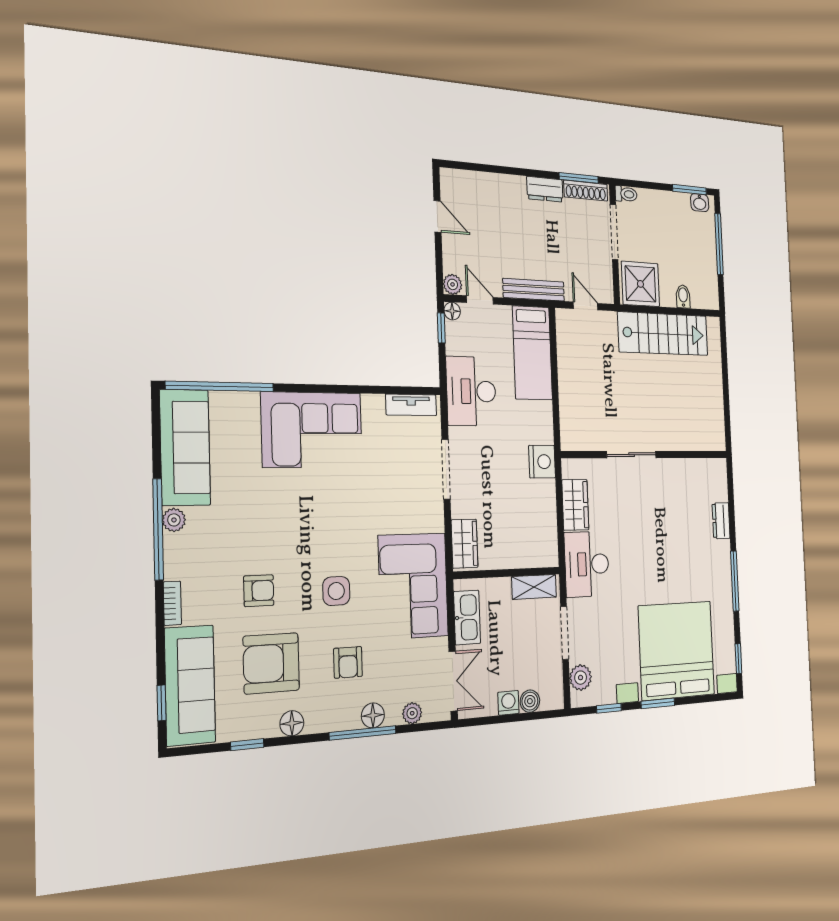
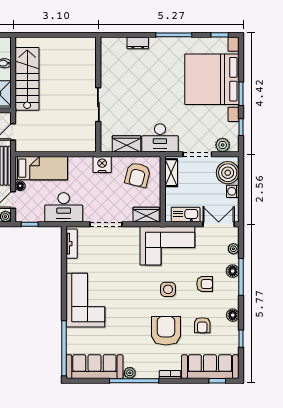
floor lamp: (452, 311) -> (20, 186), moved
armchair: (528, 526) -> (138, 175), added
armchair: (259, 591) -> (166, 331), width x1.88, depth x1.88
armchair: (271, 663) -> (202, 325), width x0.53, depth x0.53
boiler: (530, 701) -> (228, 173), width x1.86, depth x1.86

